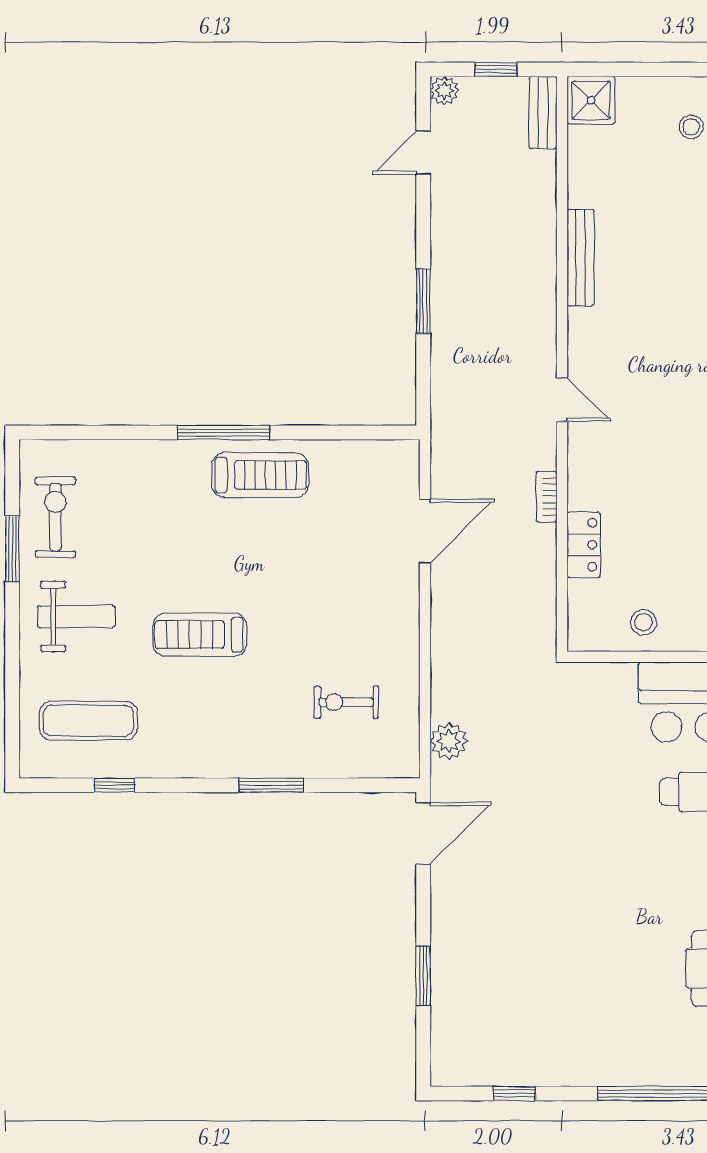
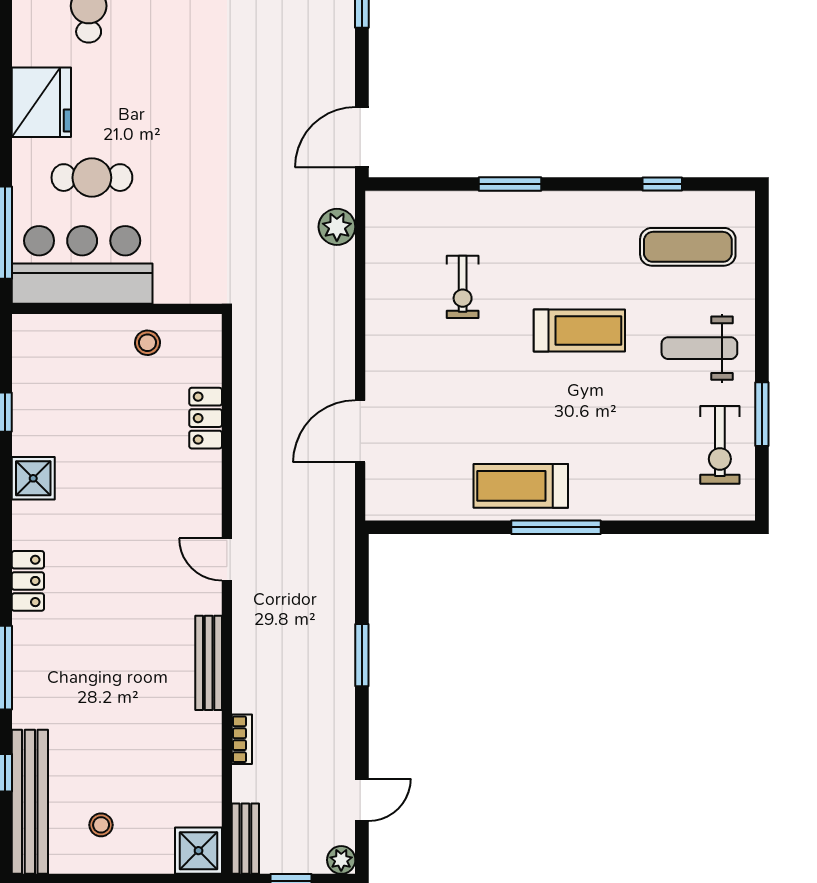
bench: (581, 258) -> (209, 663), moved
bookcase: (547, 497) -> (242, 739), moved
exercise bike: (346, 702) -> (463, 287), moved, turned 90

